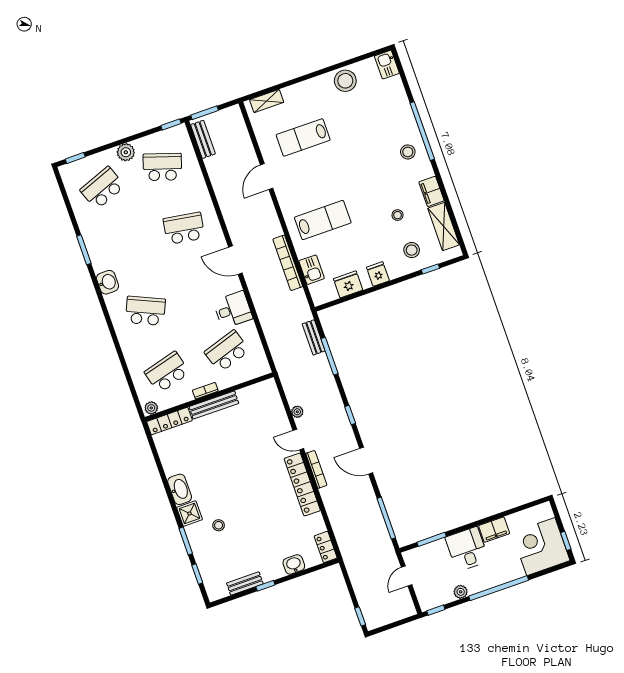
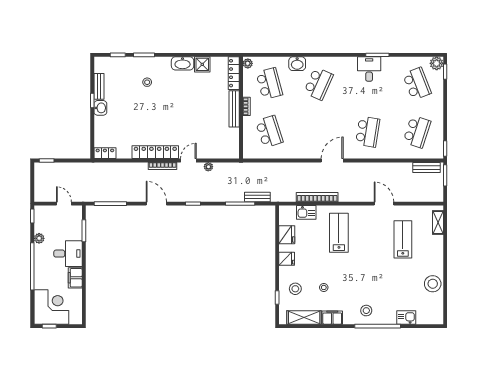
kitchen sink: (387, 65) -> (406, 317), moved
plant: (126, 152) -> (437, 63), moved
lab bench: (323, 220) -> (339, 233), turned 180
washbasin: (108, 282) -> (297, 64), moved
desk: (233, 310) -> (369, 69), moved, turned 180
door: (366, 461) -> (156, 204), hinge flipped
shower: (189, 513) -> (202, 64), moved
washbasin: (294, 564) -> (100, 108), moved

